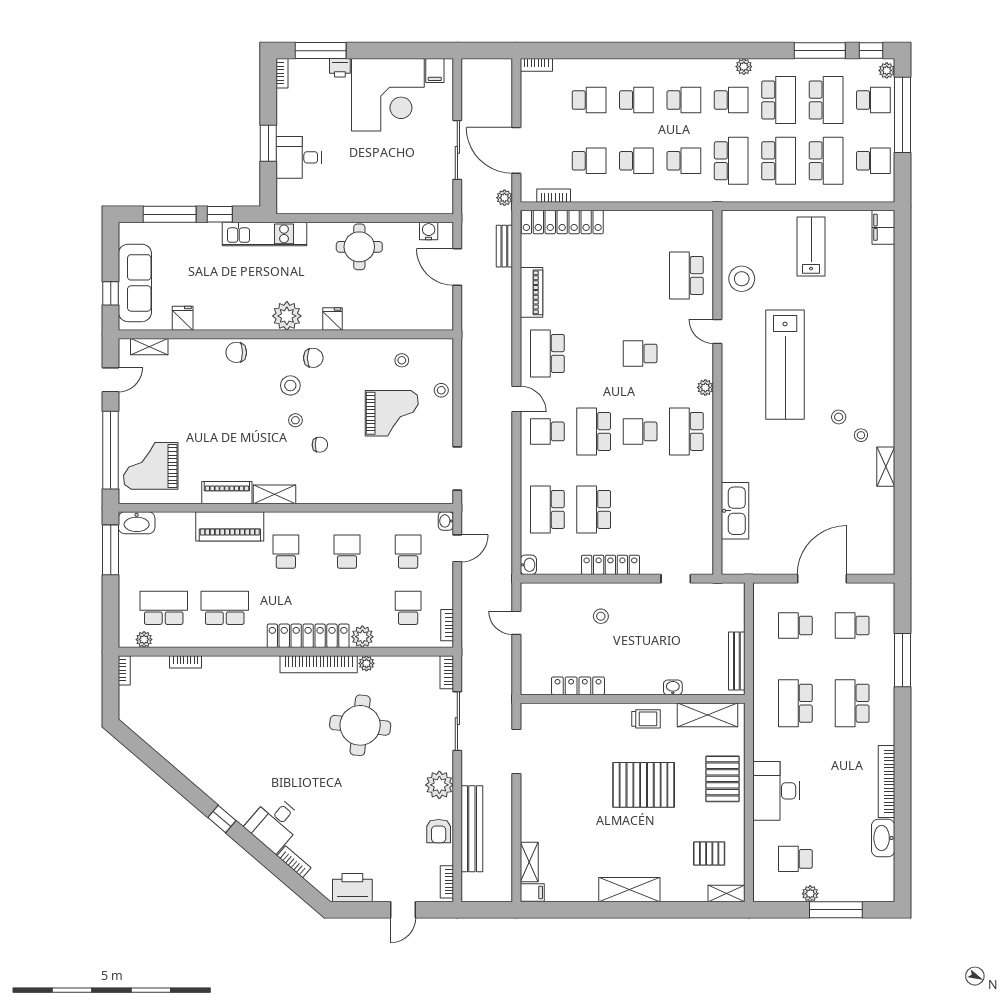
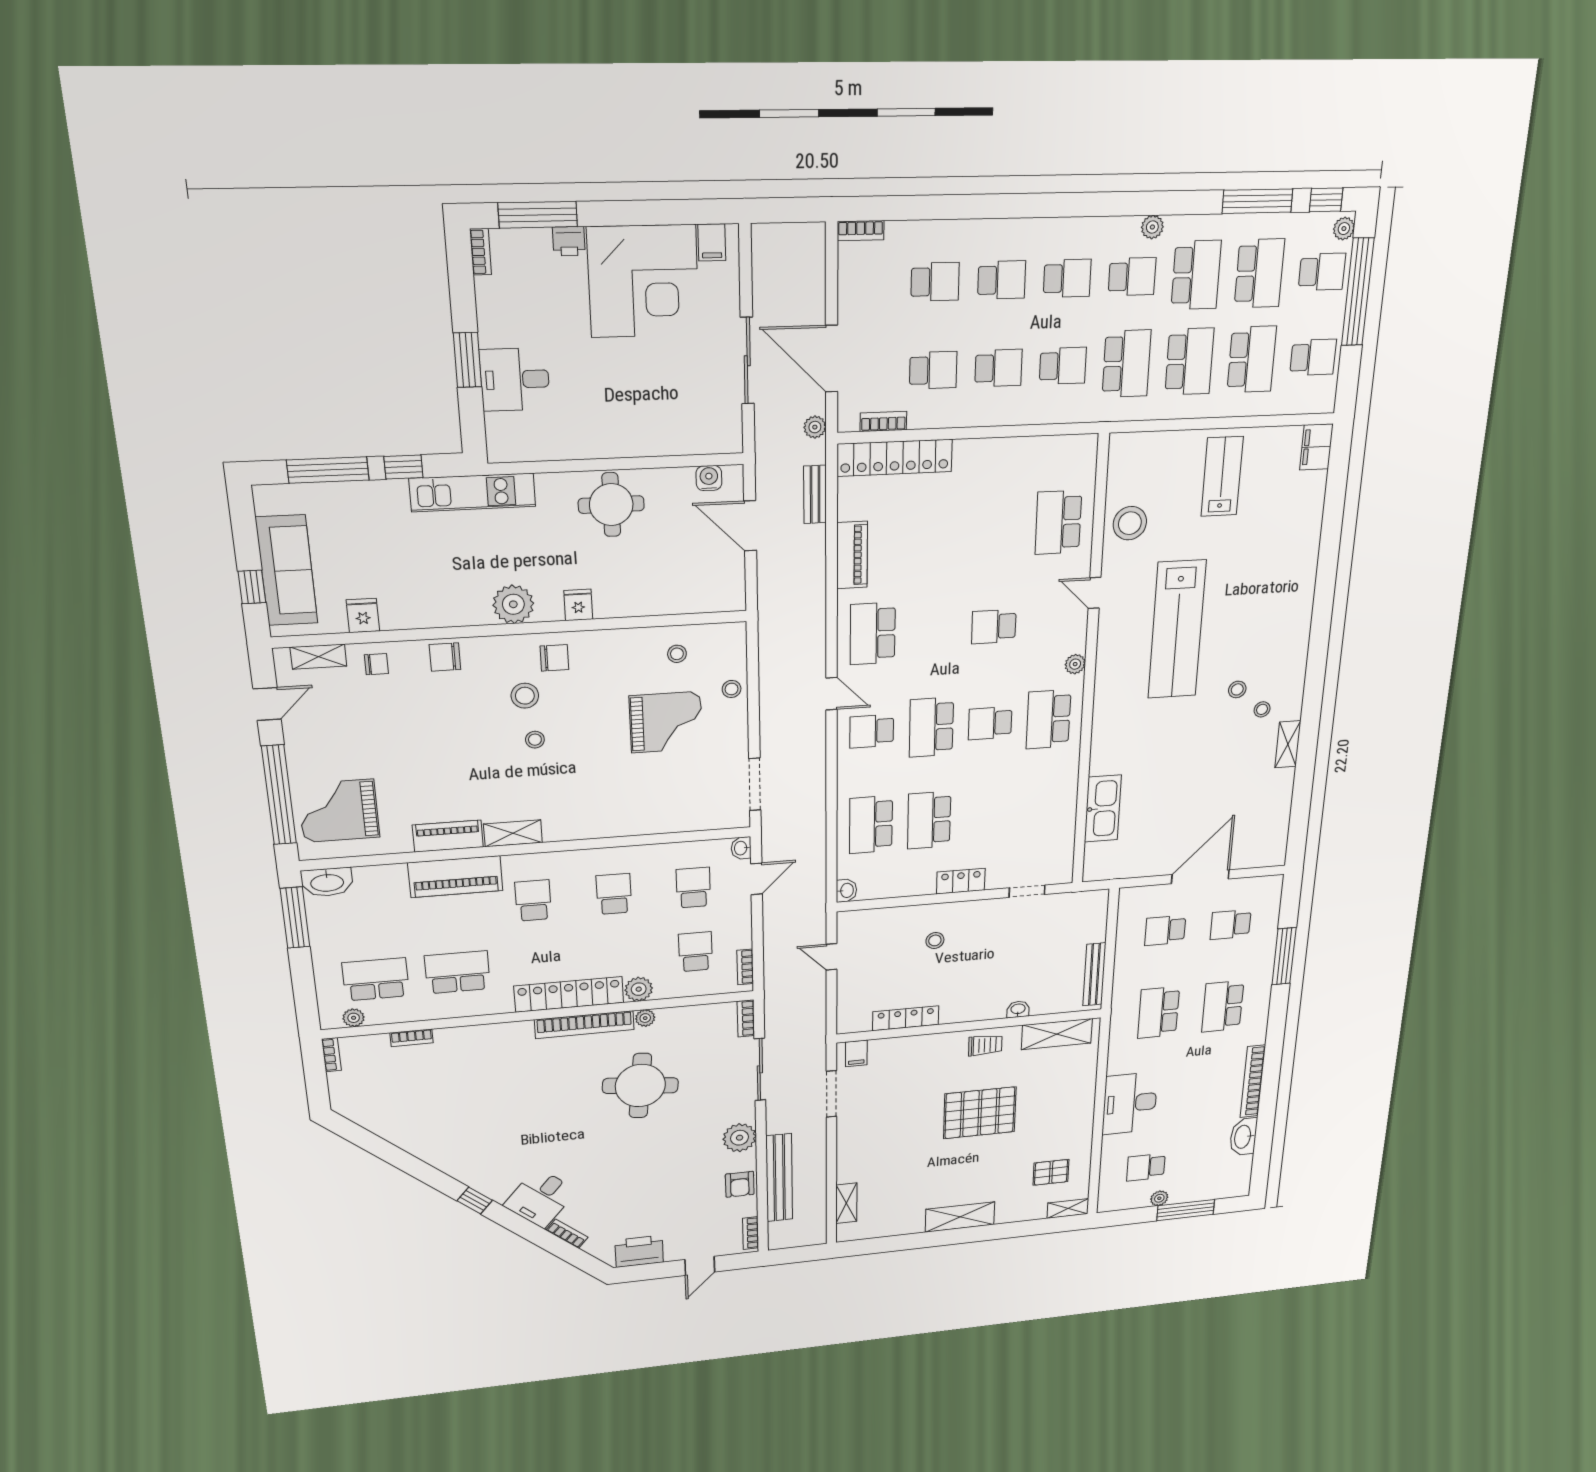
chair: (320, 445) -> (376, 664), moved
locker: (610, 565) -> (961, 881), width x0.66
pallet: (722, 779) -> (1070, 1098), removed
filing cabinet: (532, 892) -> (856, 1053), moved, turned 90

